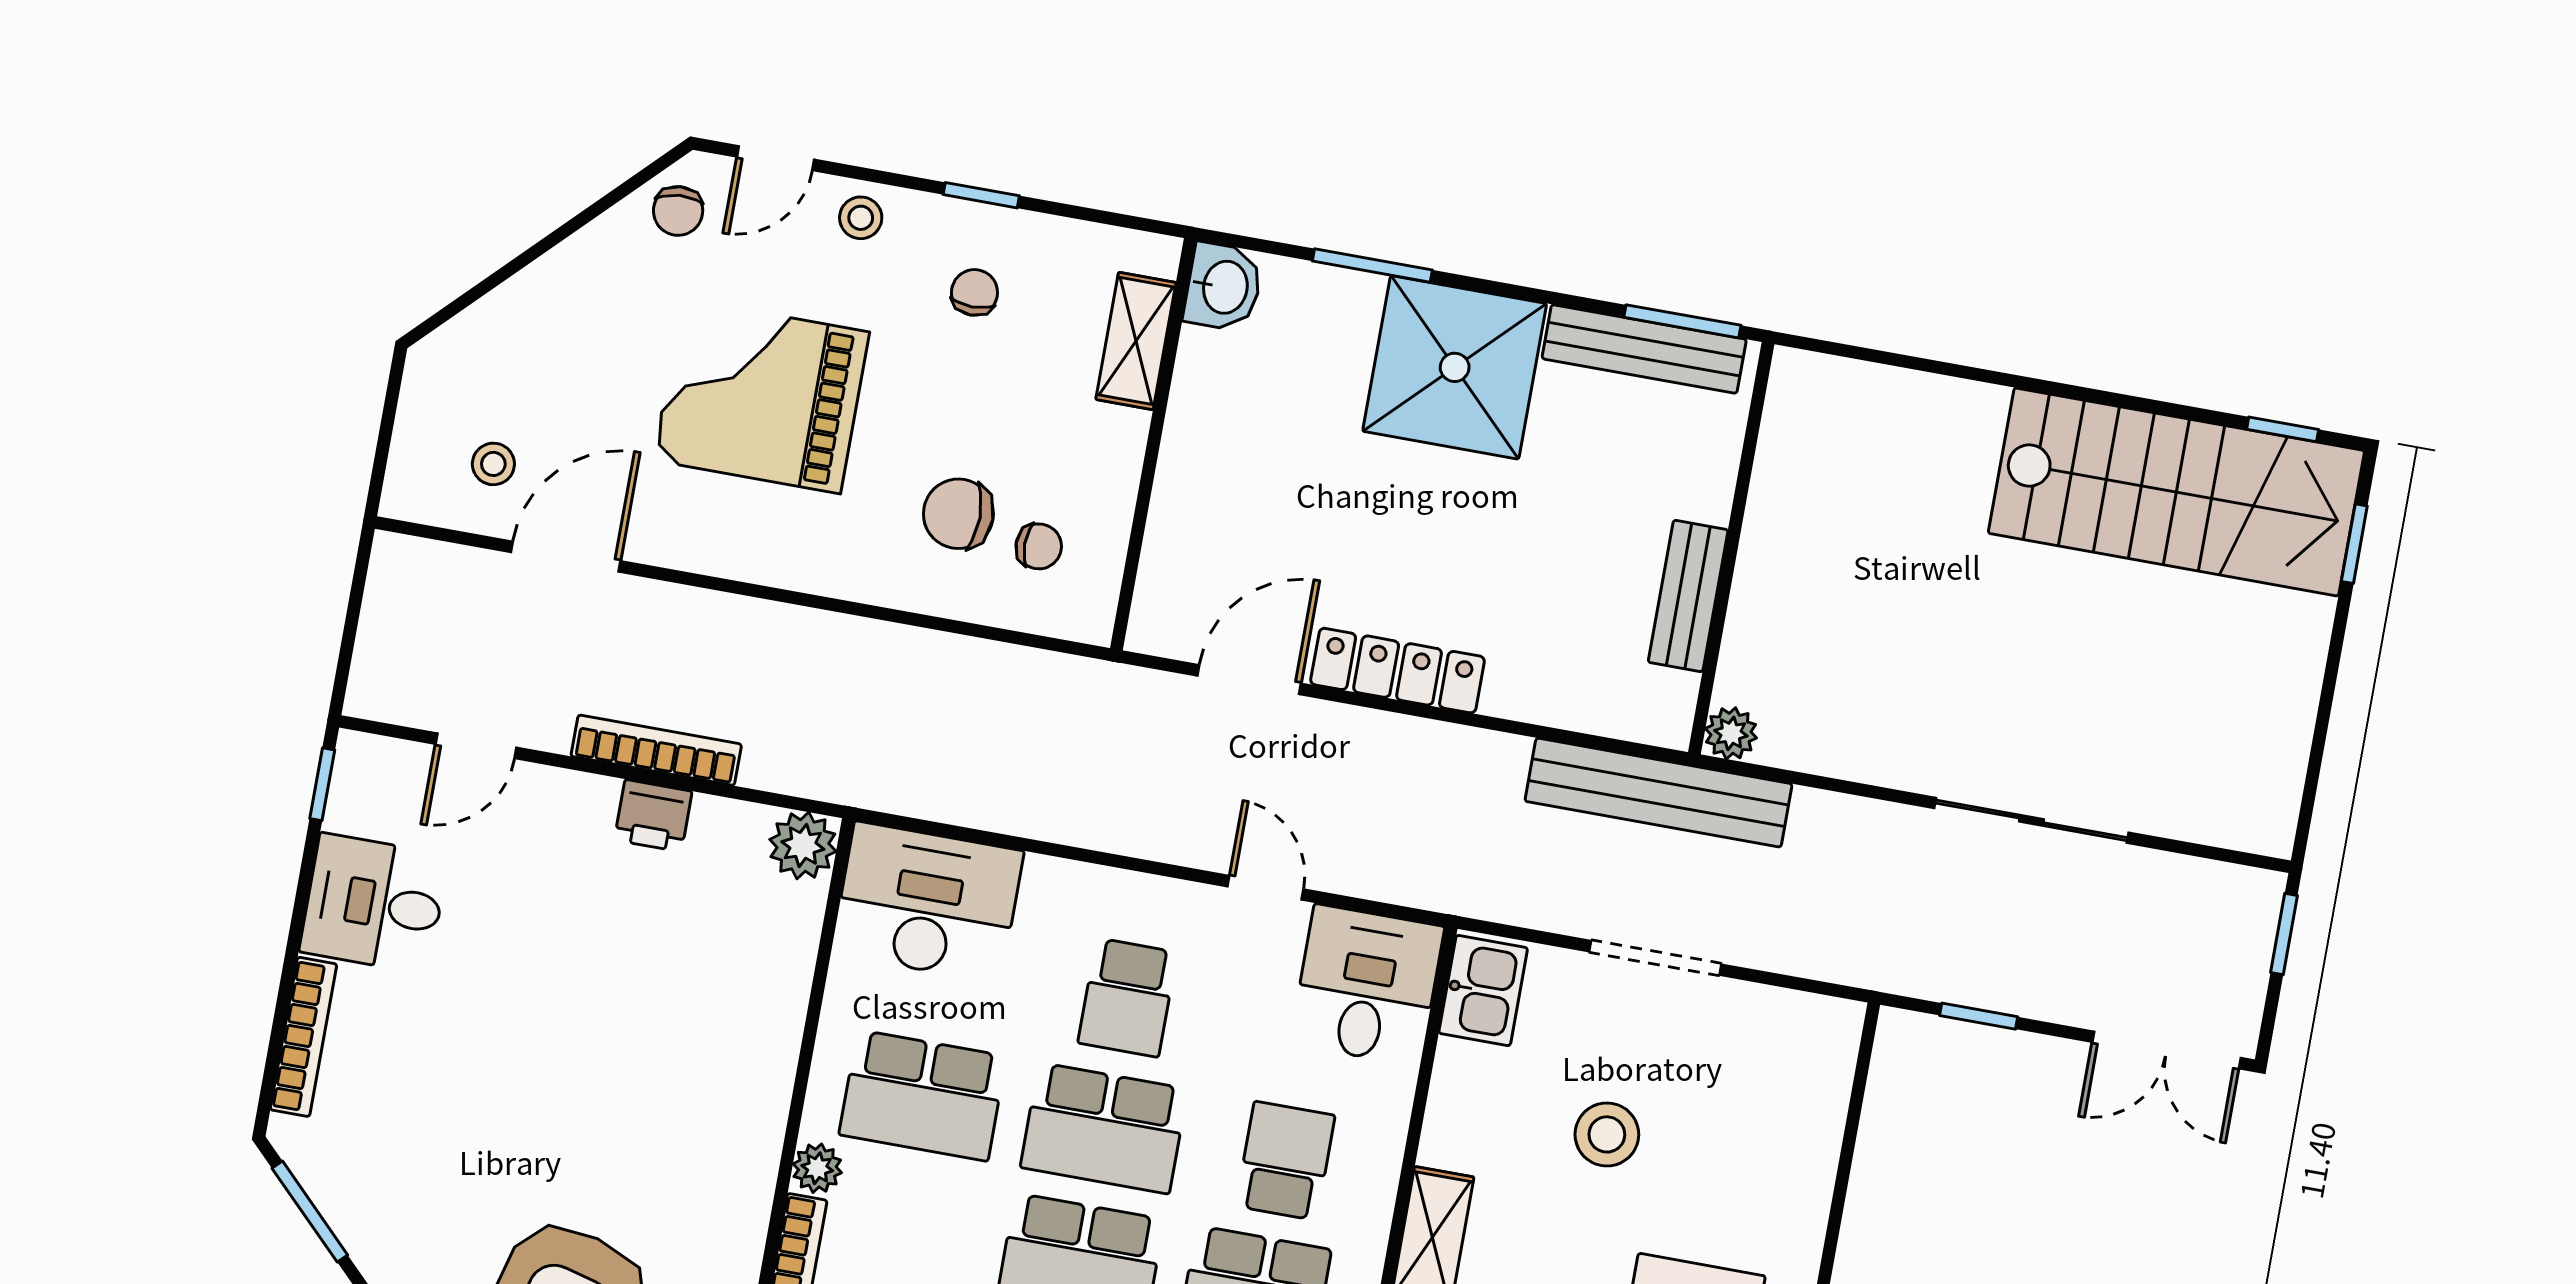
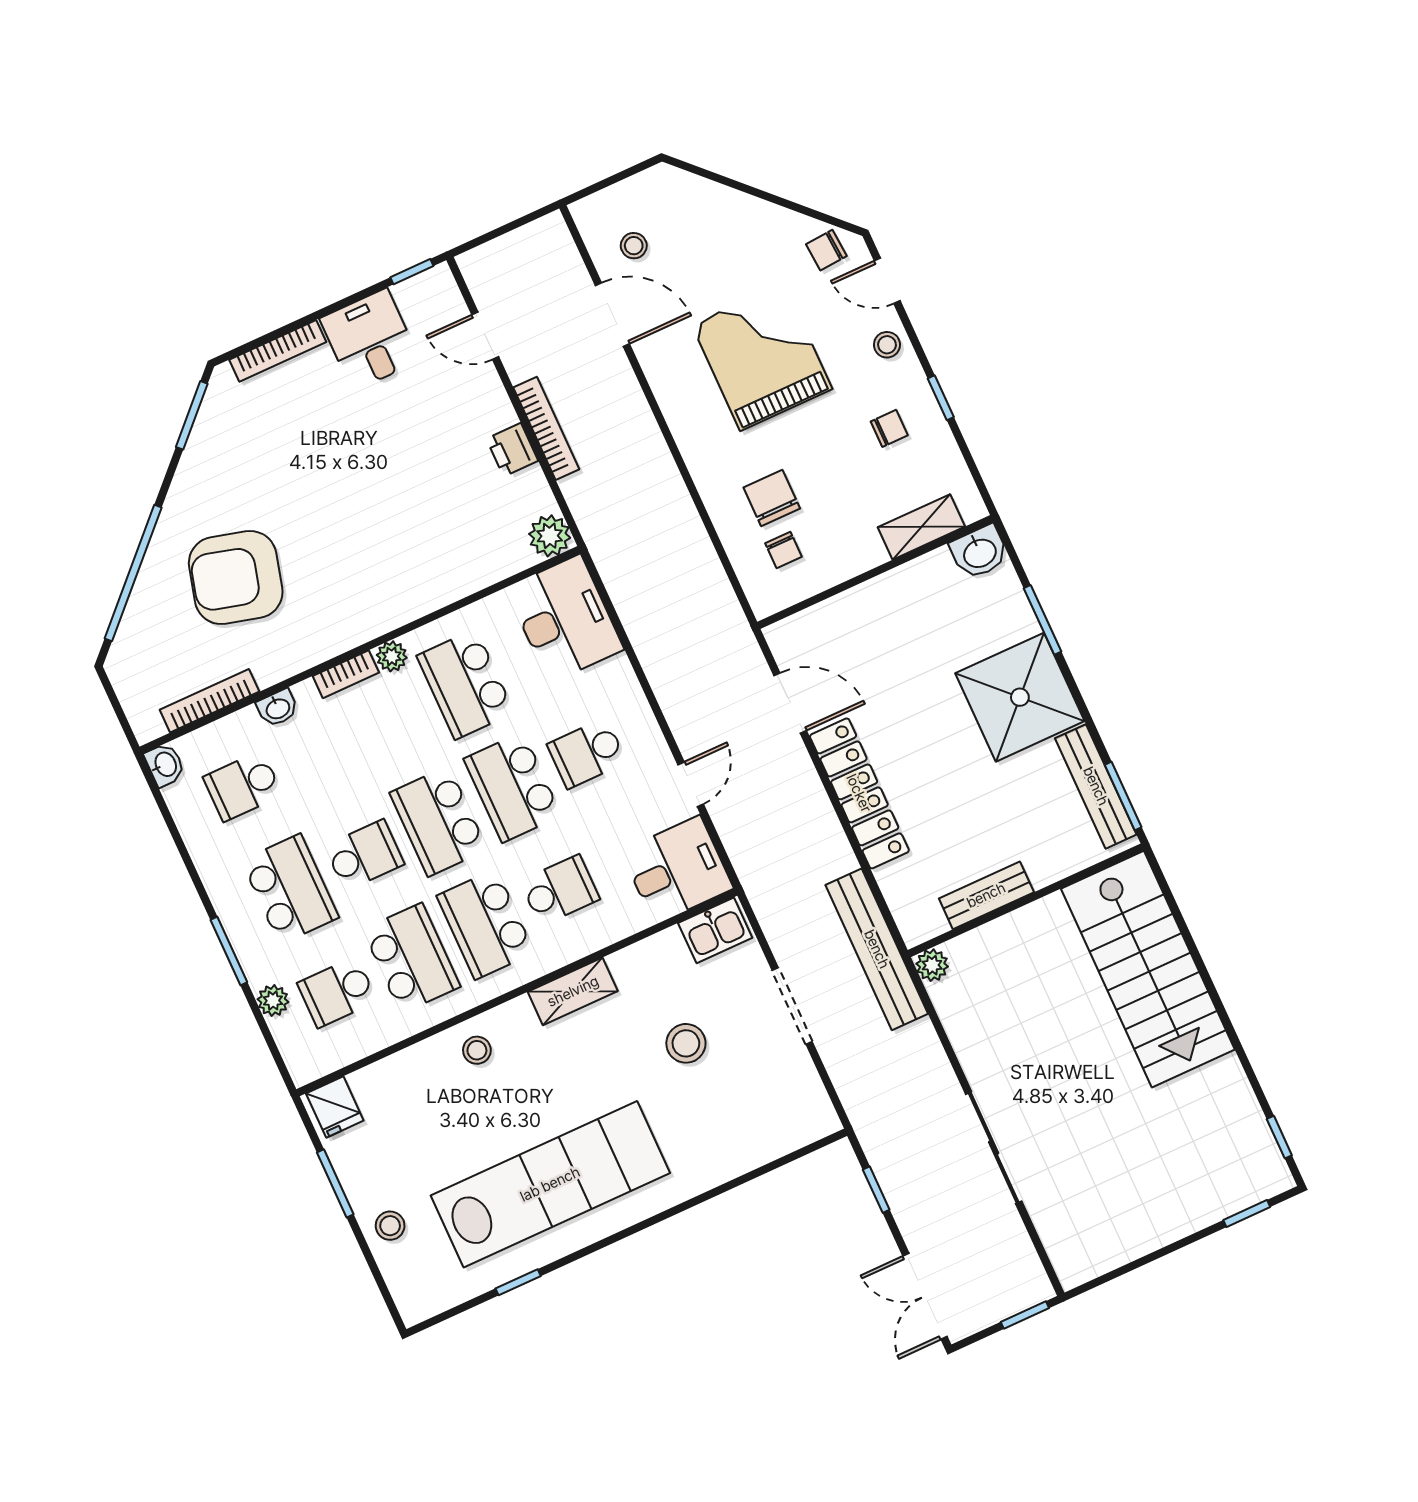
stairs: (2176, 492) -> (1148, 969), moved
locker: (1398, 671) -> (859, 793), width x1.41, depth x1.21

